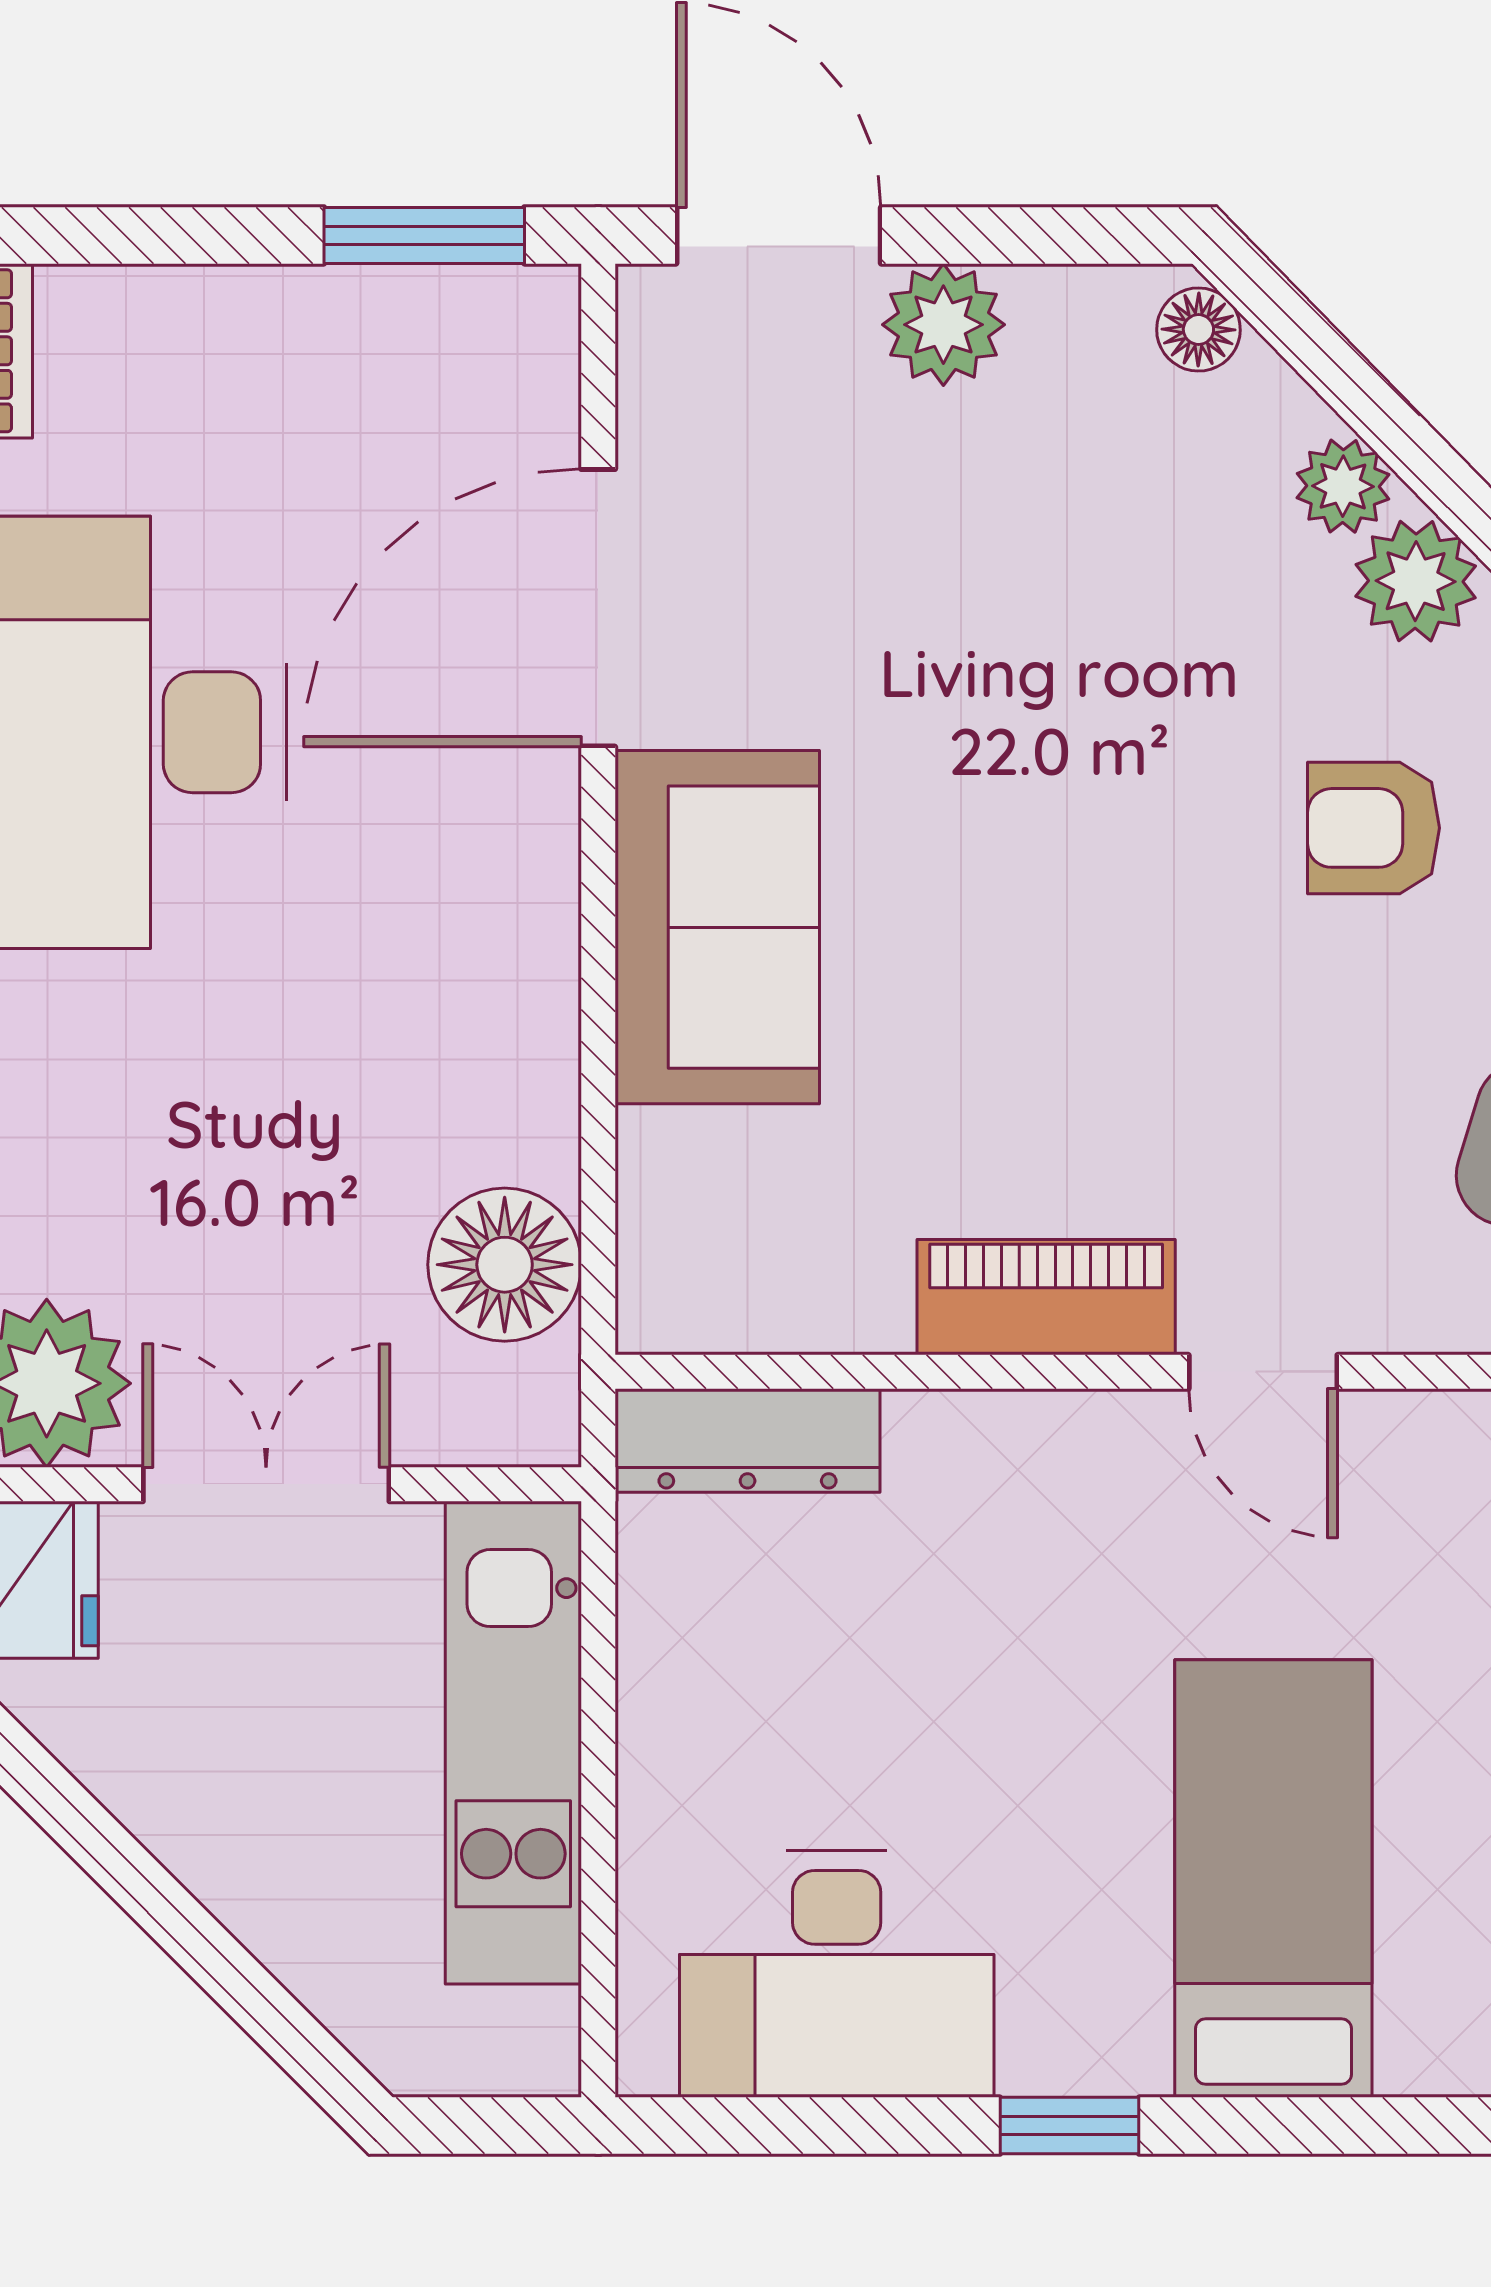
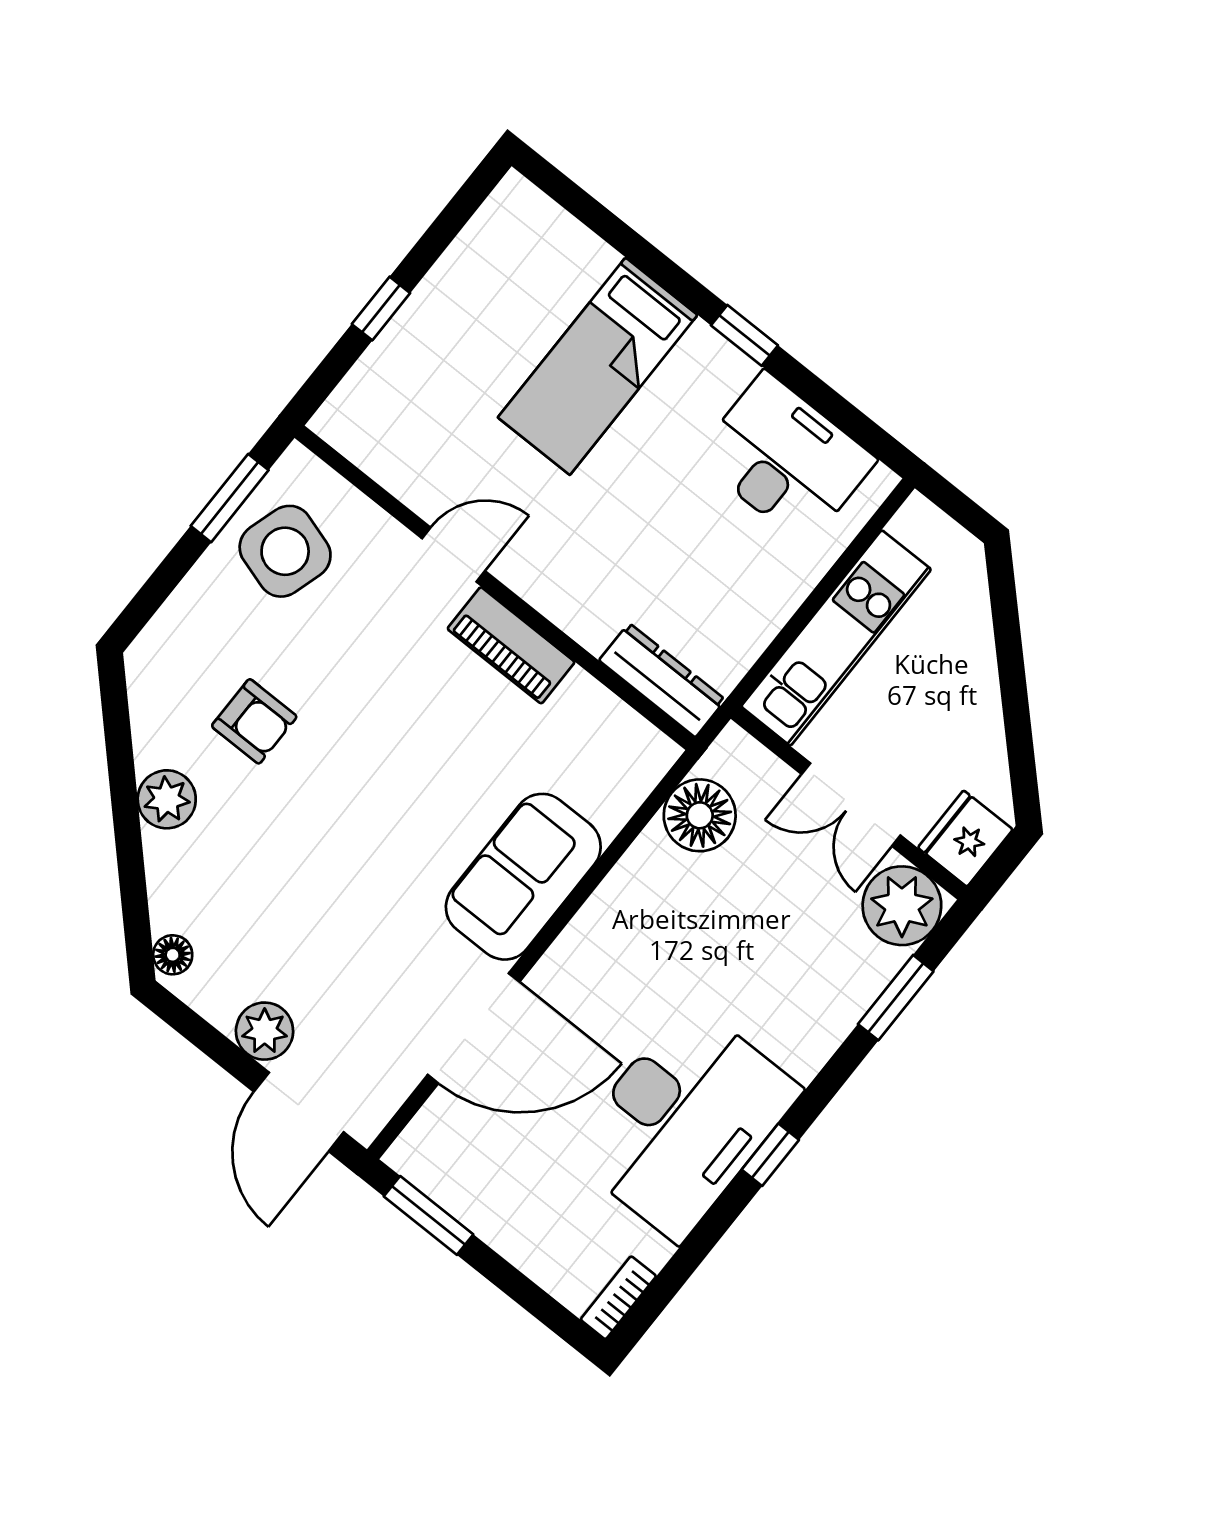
plant: (1343, 486) -> (166, 855), removed
door: (1263, 1372) -> (453, 555), hinge flipped

